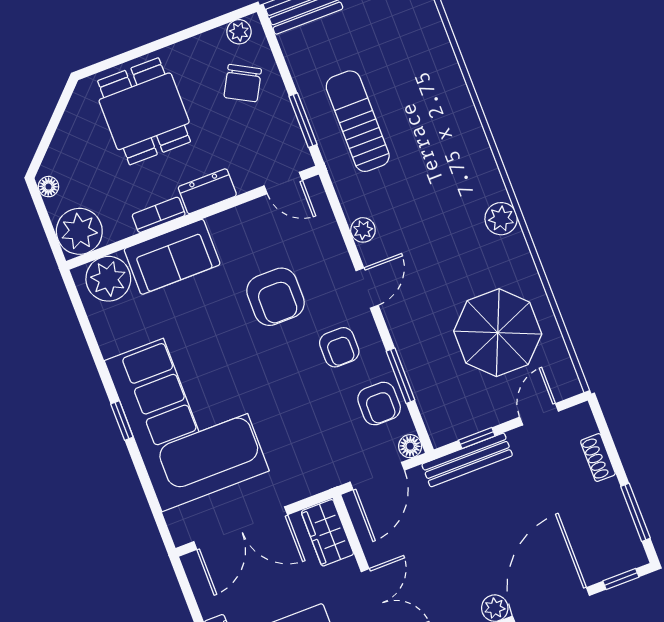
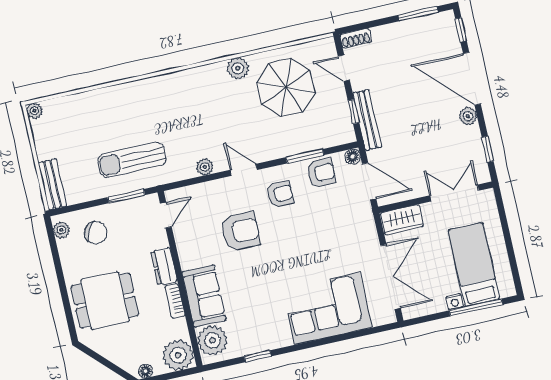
plant: (501, 219) -> (238, 68), moved
corner sofa: (187, 416) -> (327, 308), width x0.73, depth x0.74
window: (122, 420) -> (258, 356), moved
shoe rack: (598, 458) -> (356, 38), moved

